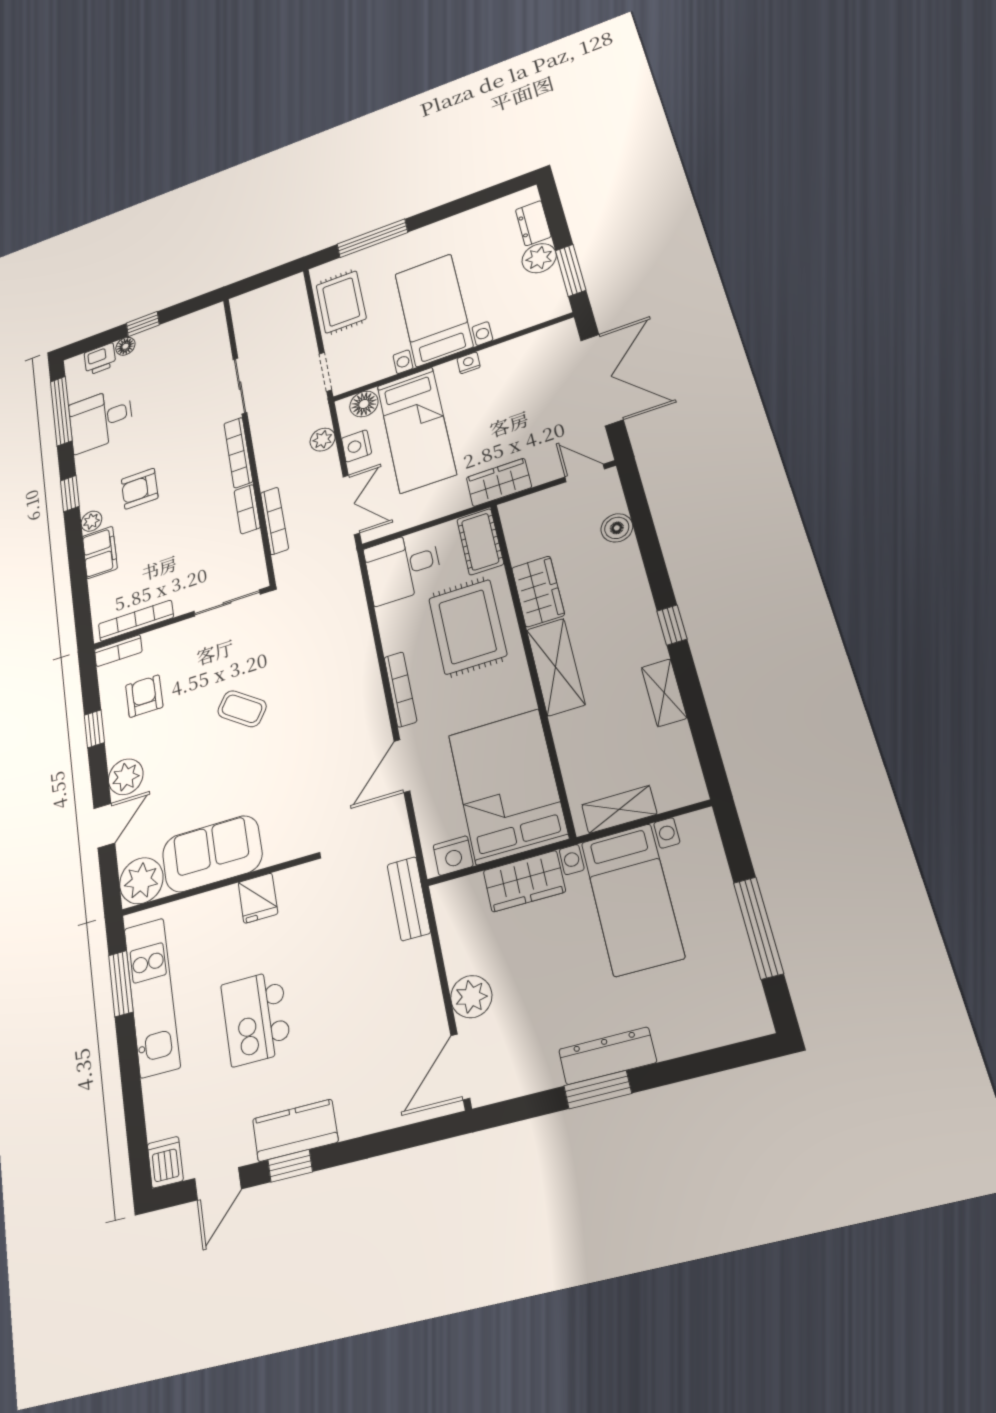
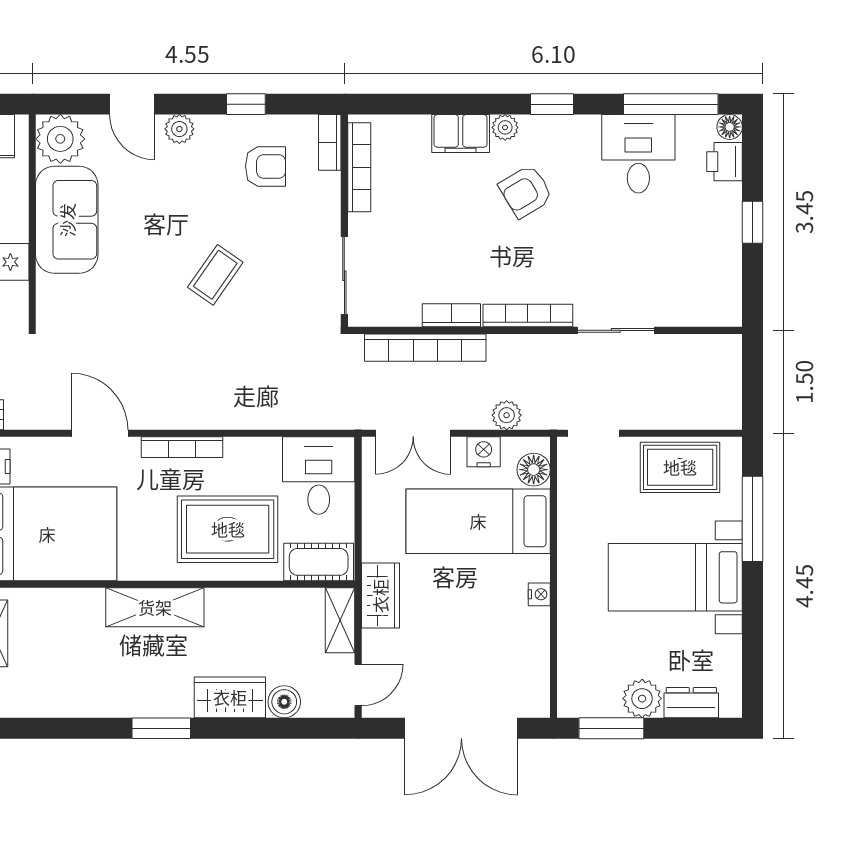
bed with nightstands: (434, 310) -> (675, 577), moved, turned 180
floor lamp: (125, 346) -> (730, 127), moved
armchair: (140, 489) -> (526, 191), turned -121
bookcase: (274, 521) -> (425, 348), width x1.48, depth x1.31
wardrobe: (538, 591) -> (230, 697), moved, turned 180
window: (672, 625) -> (161, 728), width x1.50
shelving: (664, 693) -> (340, 620), moved, turned 90
plant: (126, 777) -> (179, 129), width x0.73, depth x0.73

